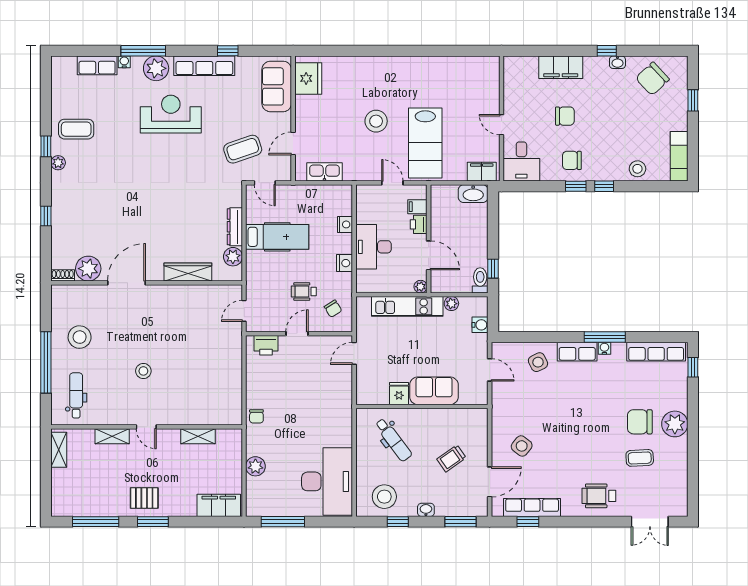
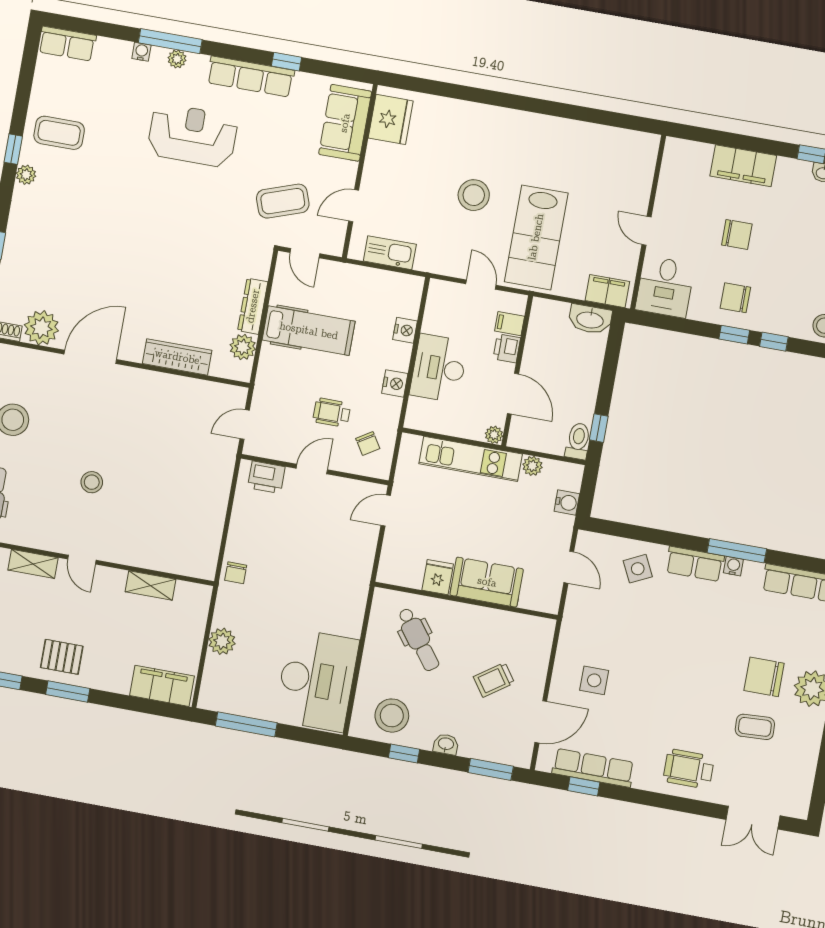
row of seats: (97, 65) -> (67, 44), moved
plant: (156, 68) -> (177, 59), width x0.53, depth x0.53
side table: (522, 446) -> (594, 680), turned -38

